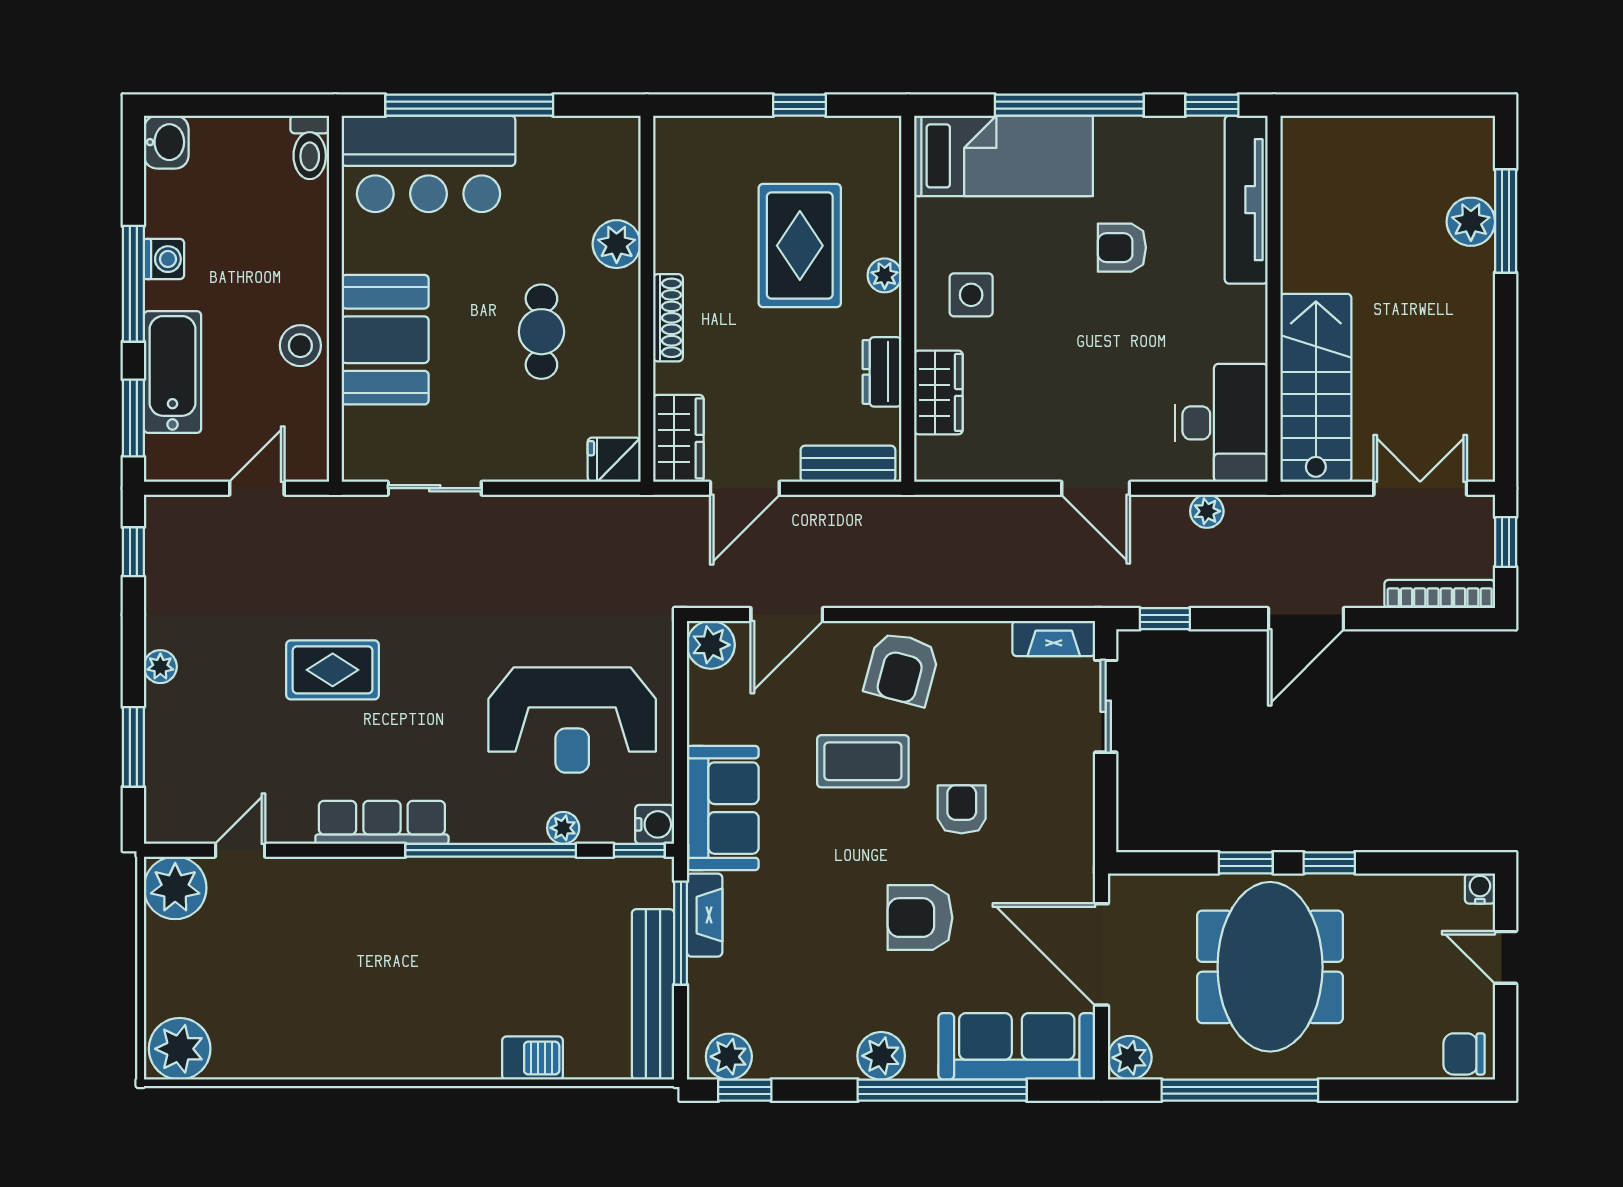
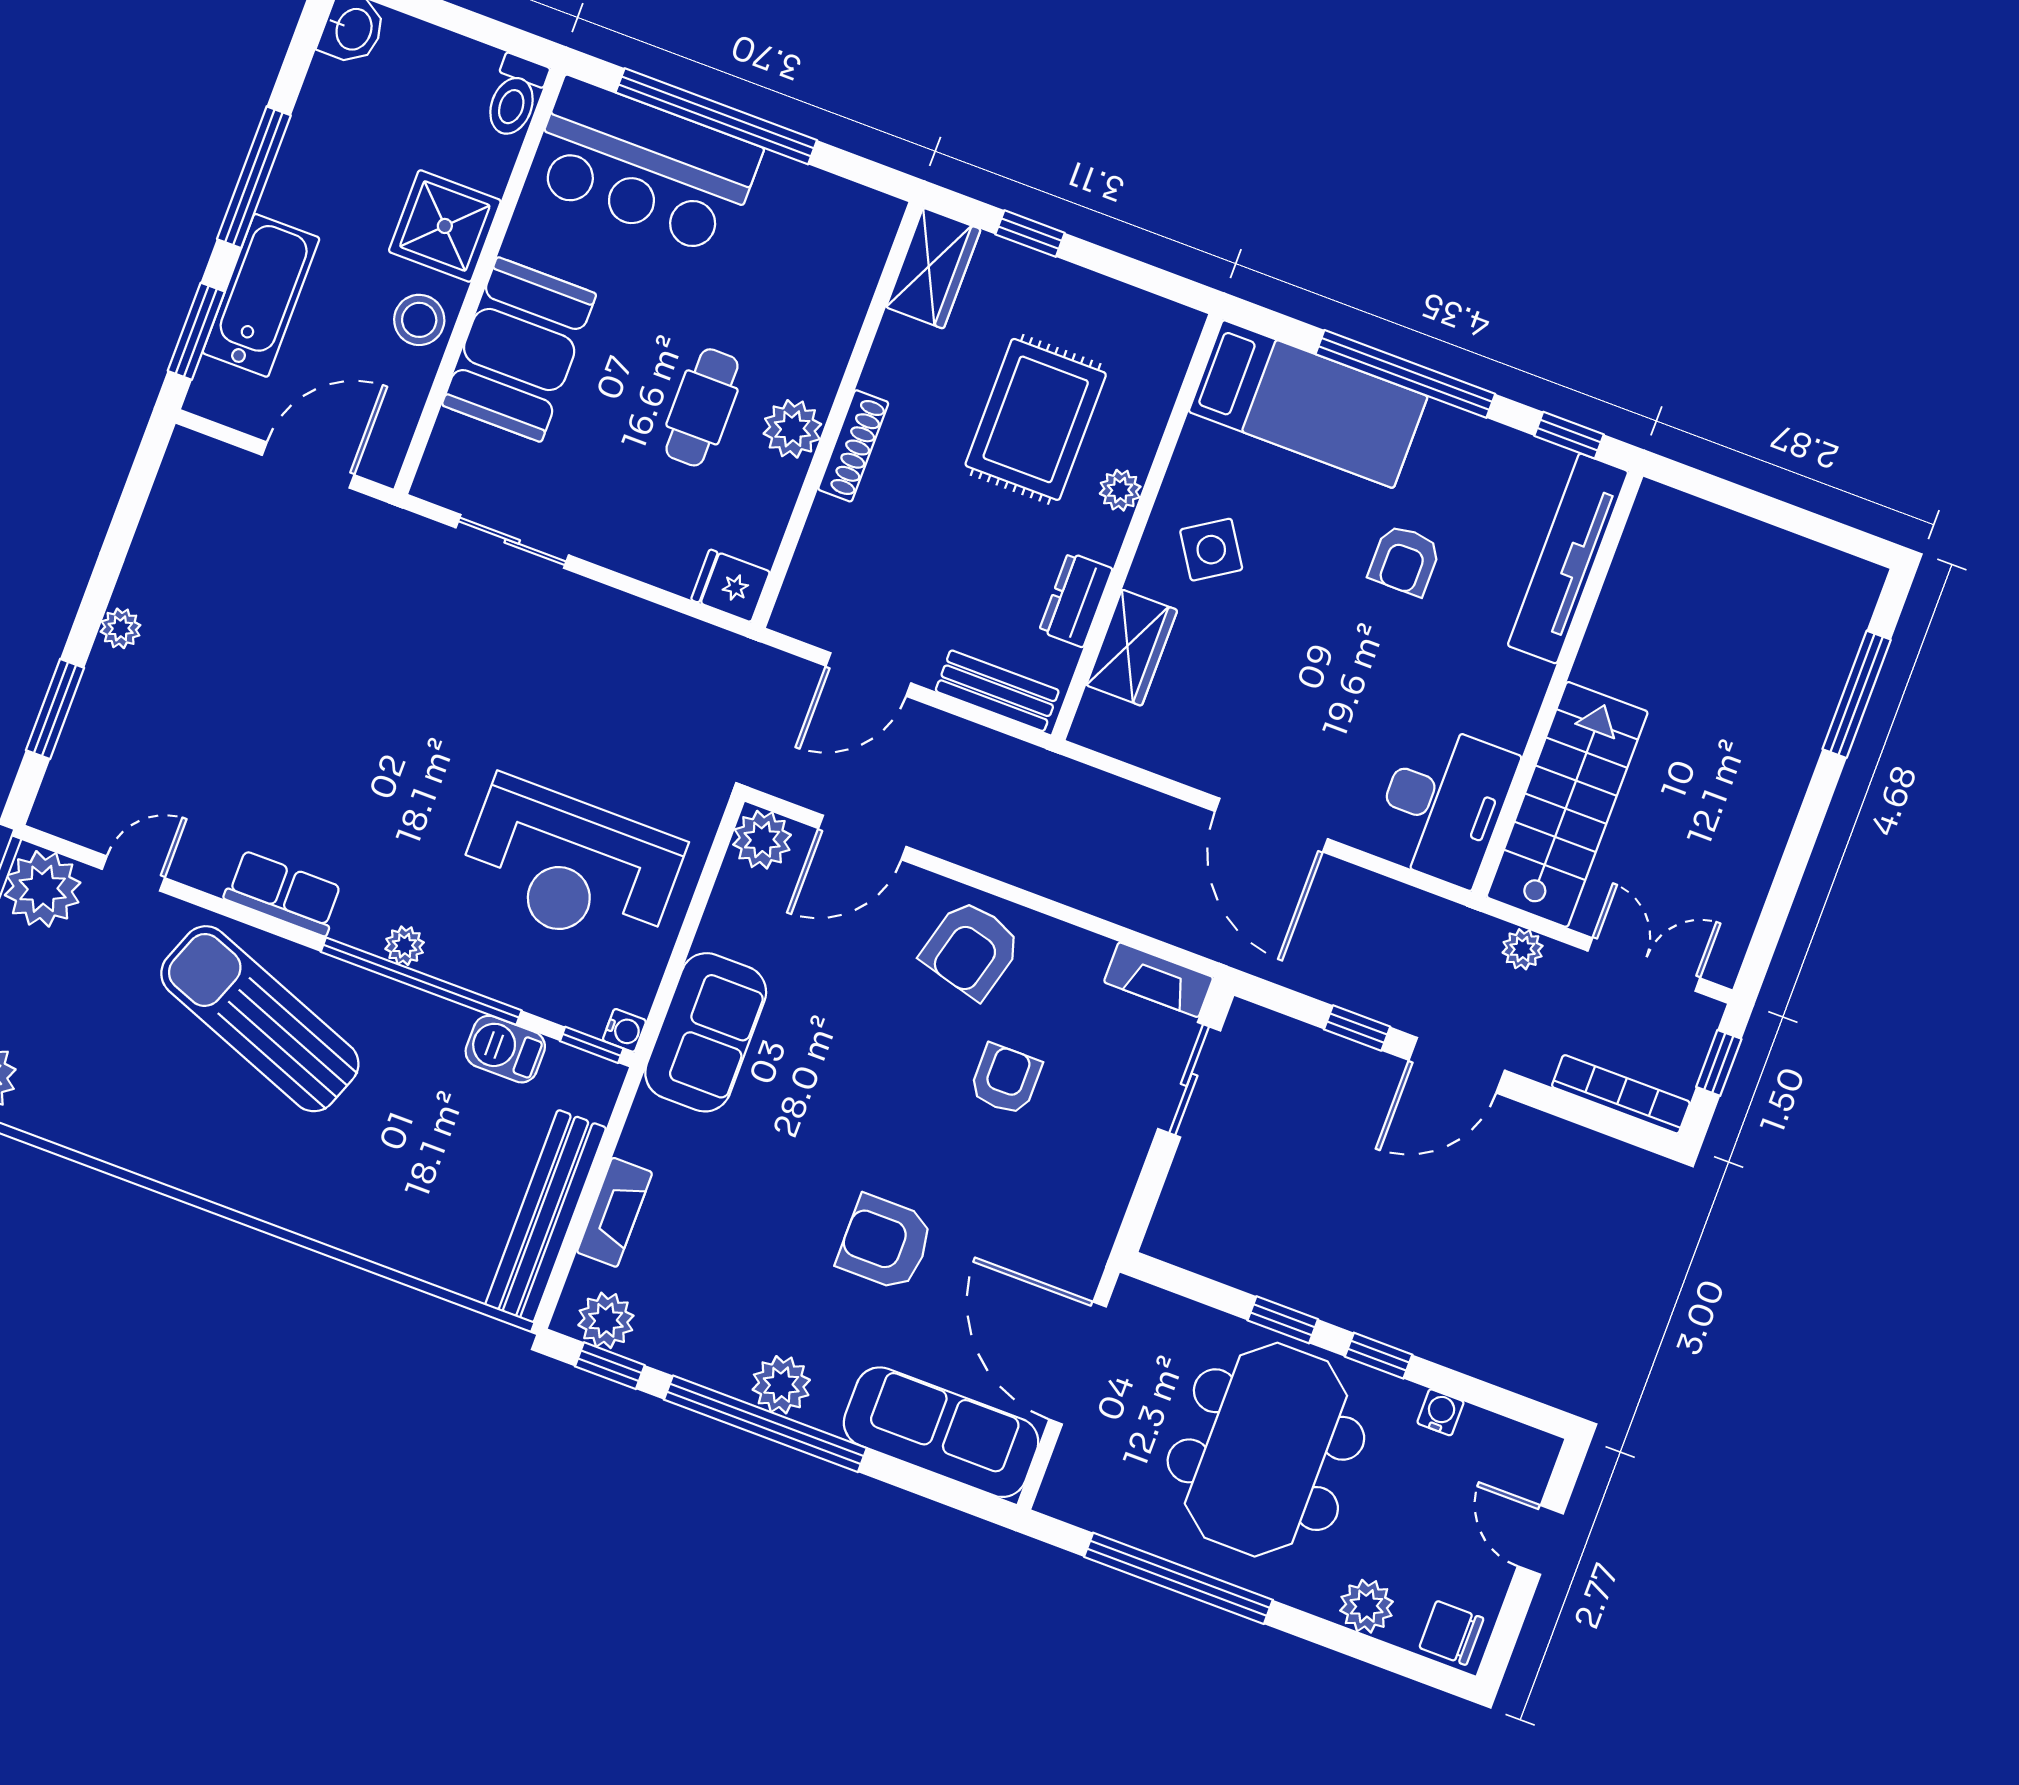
window: (799, 105) -> (1030, 234), moved
plant: (1471, 222) -> (1816, 680), removed
plant: (617, 244) -> (792, 429), moved
armchair: (1122, 248) -> (1405, 560), turned -90
washing machine: (164, 259) -> (300, 162), removed
shower: (293, 266) -> (445, 226), added
side table: (971, 295) -> (1211, 550), turned -33
wardrobe: (678, 438) -> (933, 268), moved
door: (257, 488) -> (308, 465), width x1.38
door: (1096, 488) -> (1271, 825), width x1.36
plant: (1207, 511) -> (1523, 949), moved
window: (133, 552) -> (139, 485), removed
window: (1165, 619) -> (1357, 1028), moved
rug: (333, 670) -> (317, 706), removed
coffee table: (863, 761) -> (887, 1039), removed
armchair: (962, 809) -> (1006, 1079), moved
row of seats: (382, 822) -> (283, 893), width x0.68
water cooler: (655, 824) -> (624, 1030), width x0.72, depth x0.72
plant: (563, 828) -> (405, 946), moved
water cooler: (1480, 888) -> (1440, 1412), moved
fireplace: (705, 915) -> (615, 1212), moved
sun lounger: (378, 925) -> (260, 1019), added
window: (681, 933) -> (604, 1158), removed
barbecue: (533, 1058) -> (505, 1049), moved, turned 180
plant: (1130, 1058) -> (1367, 1606), moved
window: (942, 1090) -> (765, 1424), moved

